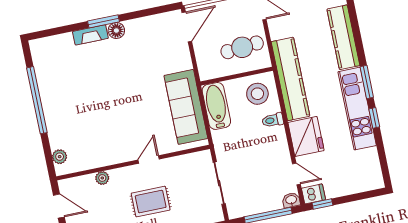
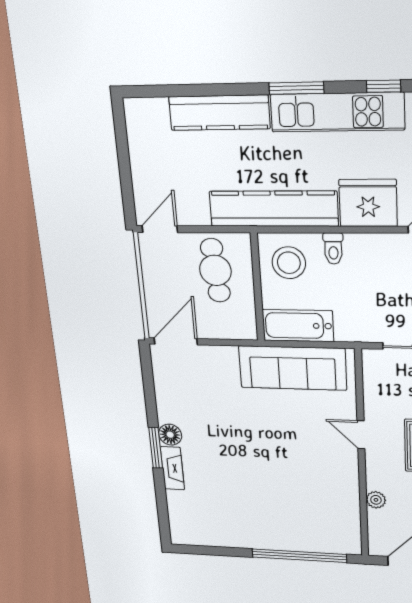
door: (187, 27) -> (176, 341), hinge flipped
window: (37, 100) -> (299, 556), moved
window: (374, 118) -> (384, 86), moved
plant: (60, 157) -> (335, 545), removed

